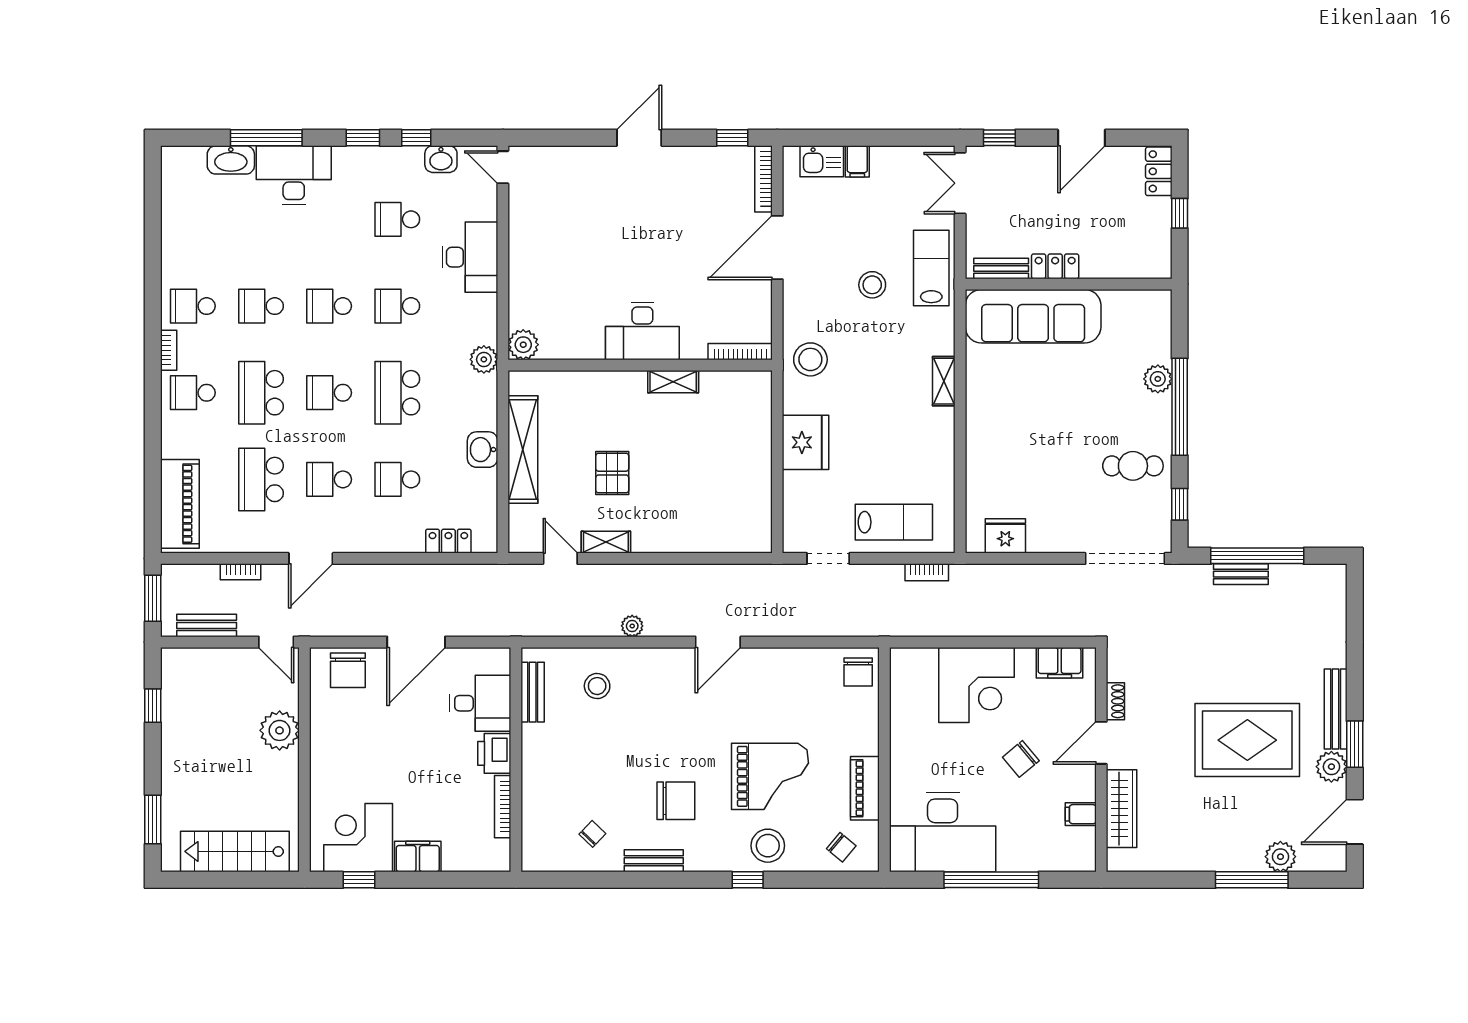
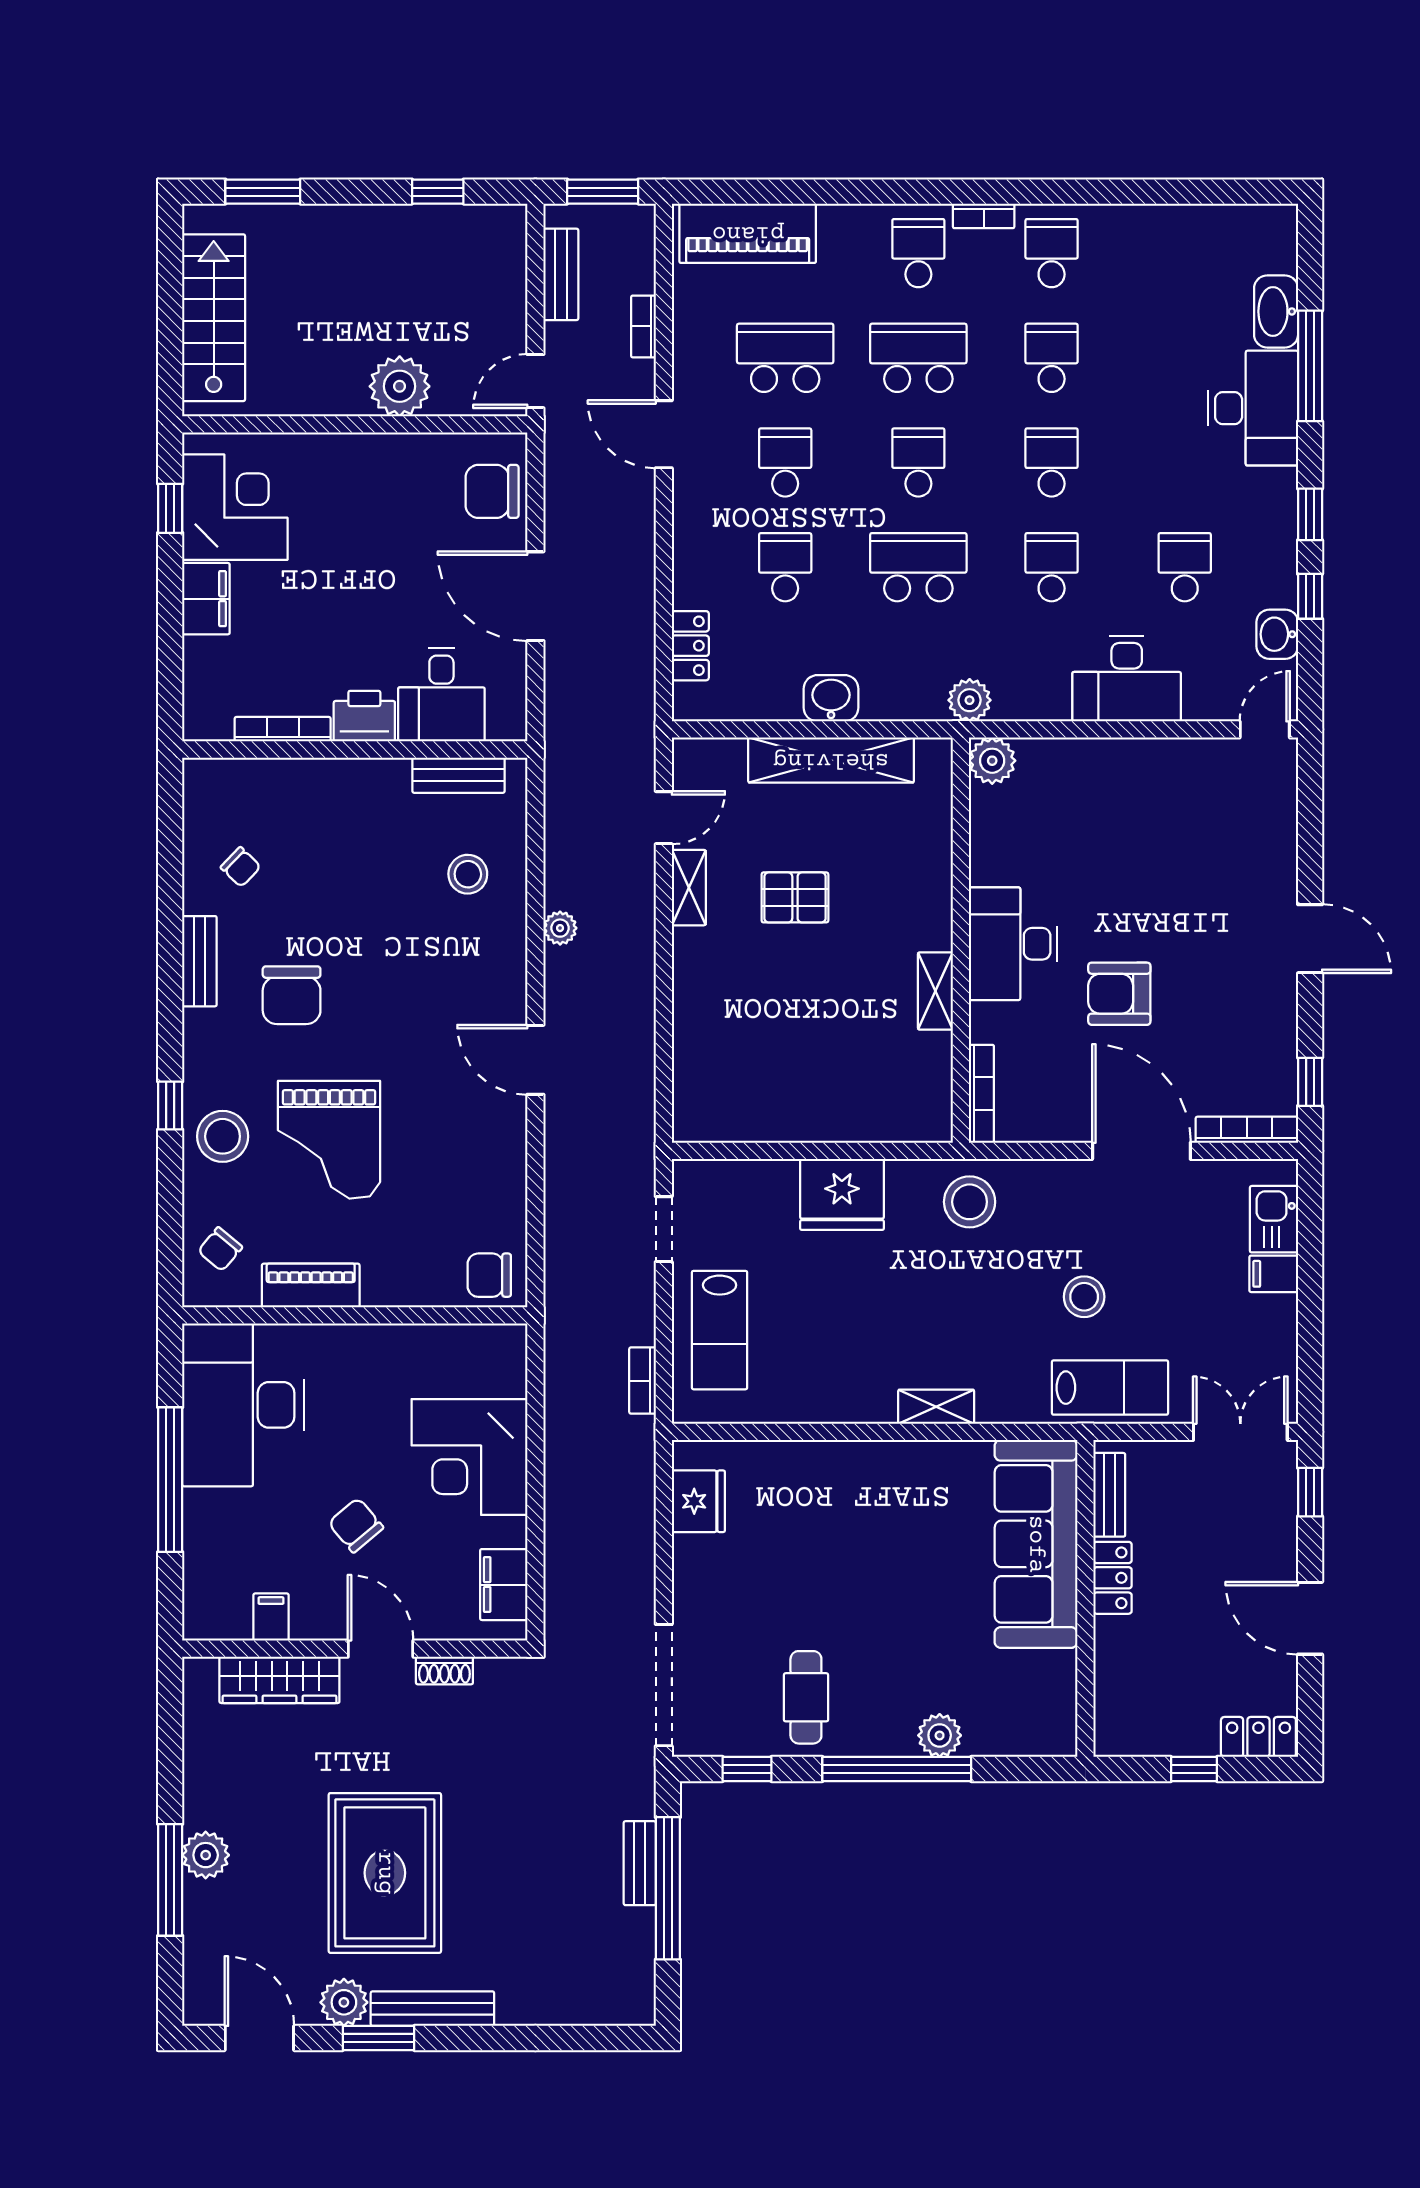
armchair: (675, 262) -> (1119, 994), added
plant: (1280, 857) -> (206, 1855), moved

